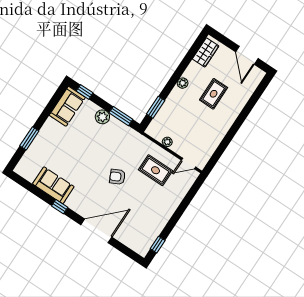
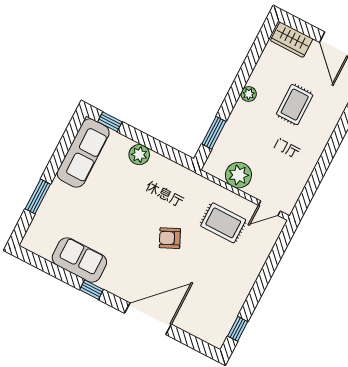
wardrobe: (206, 52) -> (292, 40), moved, turned 90
sofa: (67, 106) -> (83, 153), width x1.36
window: (121, 116) -> (166, 151), removed
plant: (167, 142) -> (238, 175), width x1.87, depth x1.87

